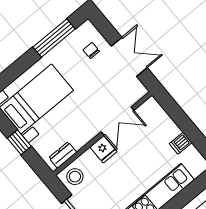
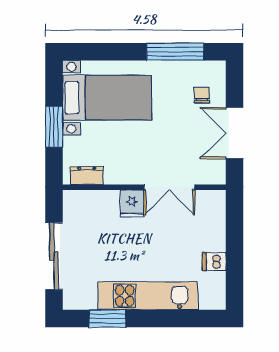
double door: (129, 57) -> (234, 133), swing flipped
window: (19, 142) -> (54, 127), width x1.50
stool: (75, 177) -> (81, 207), removed

